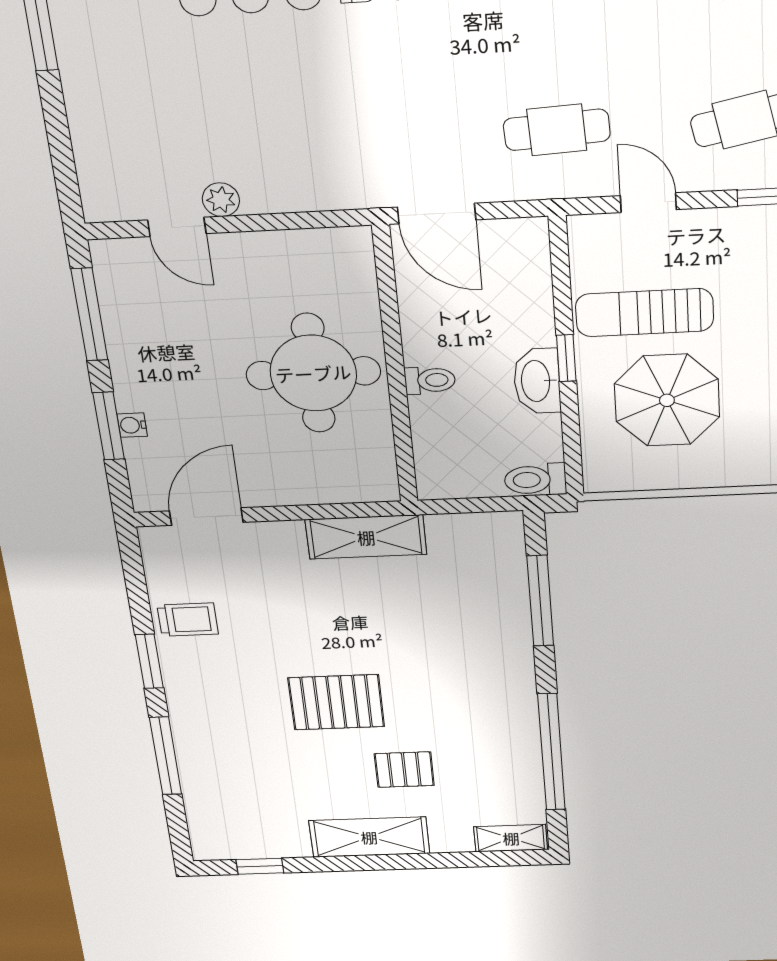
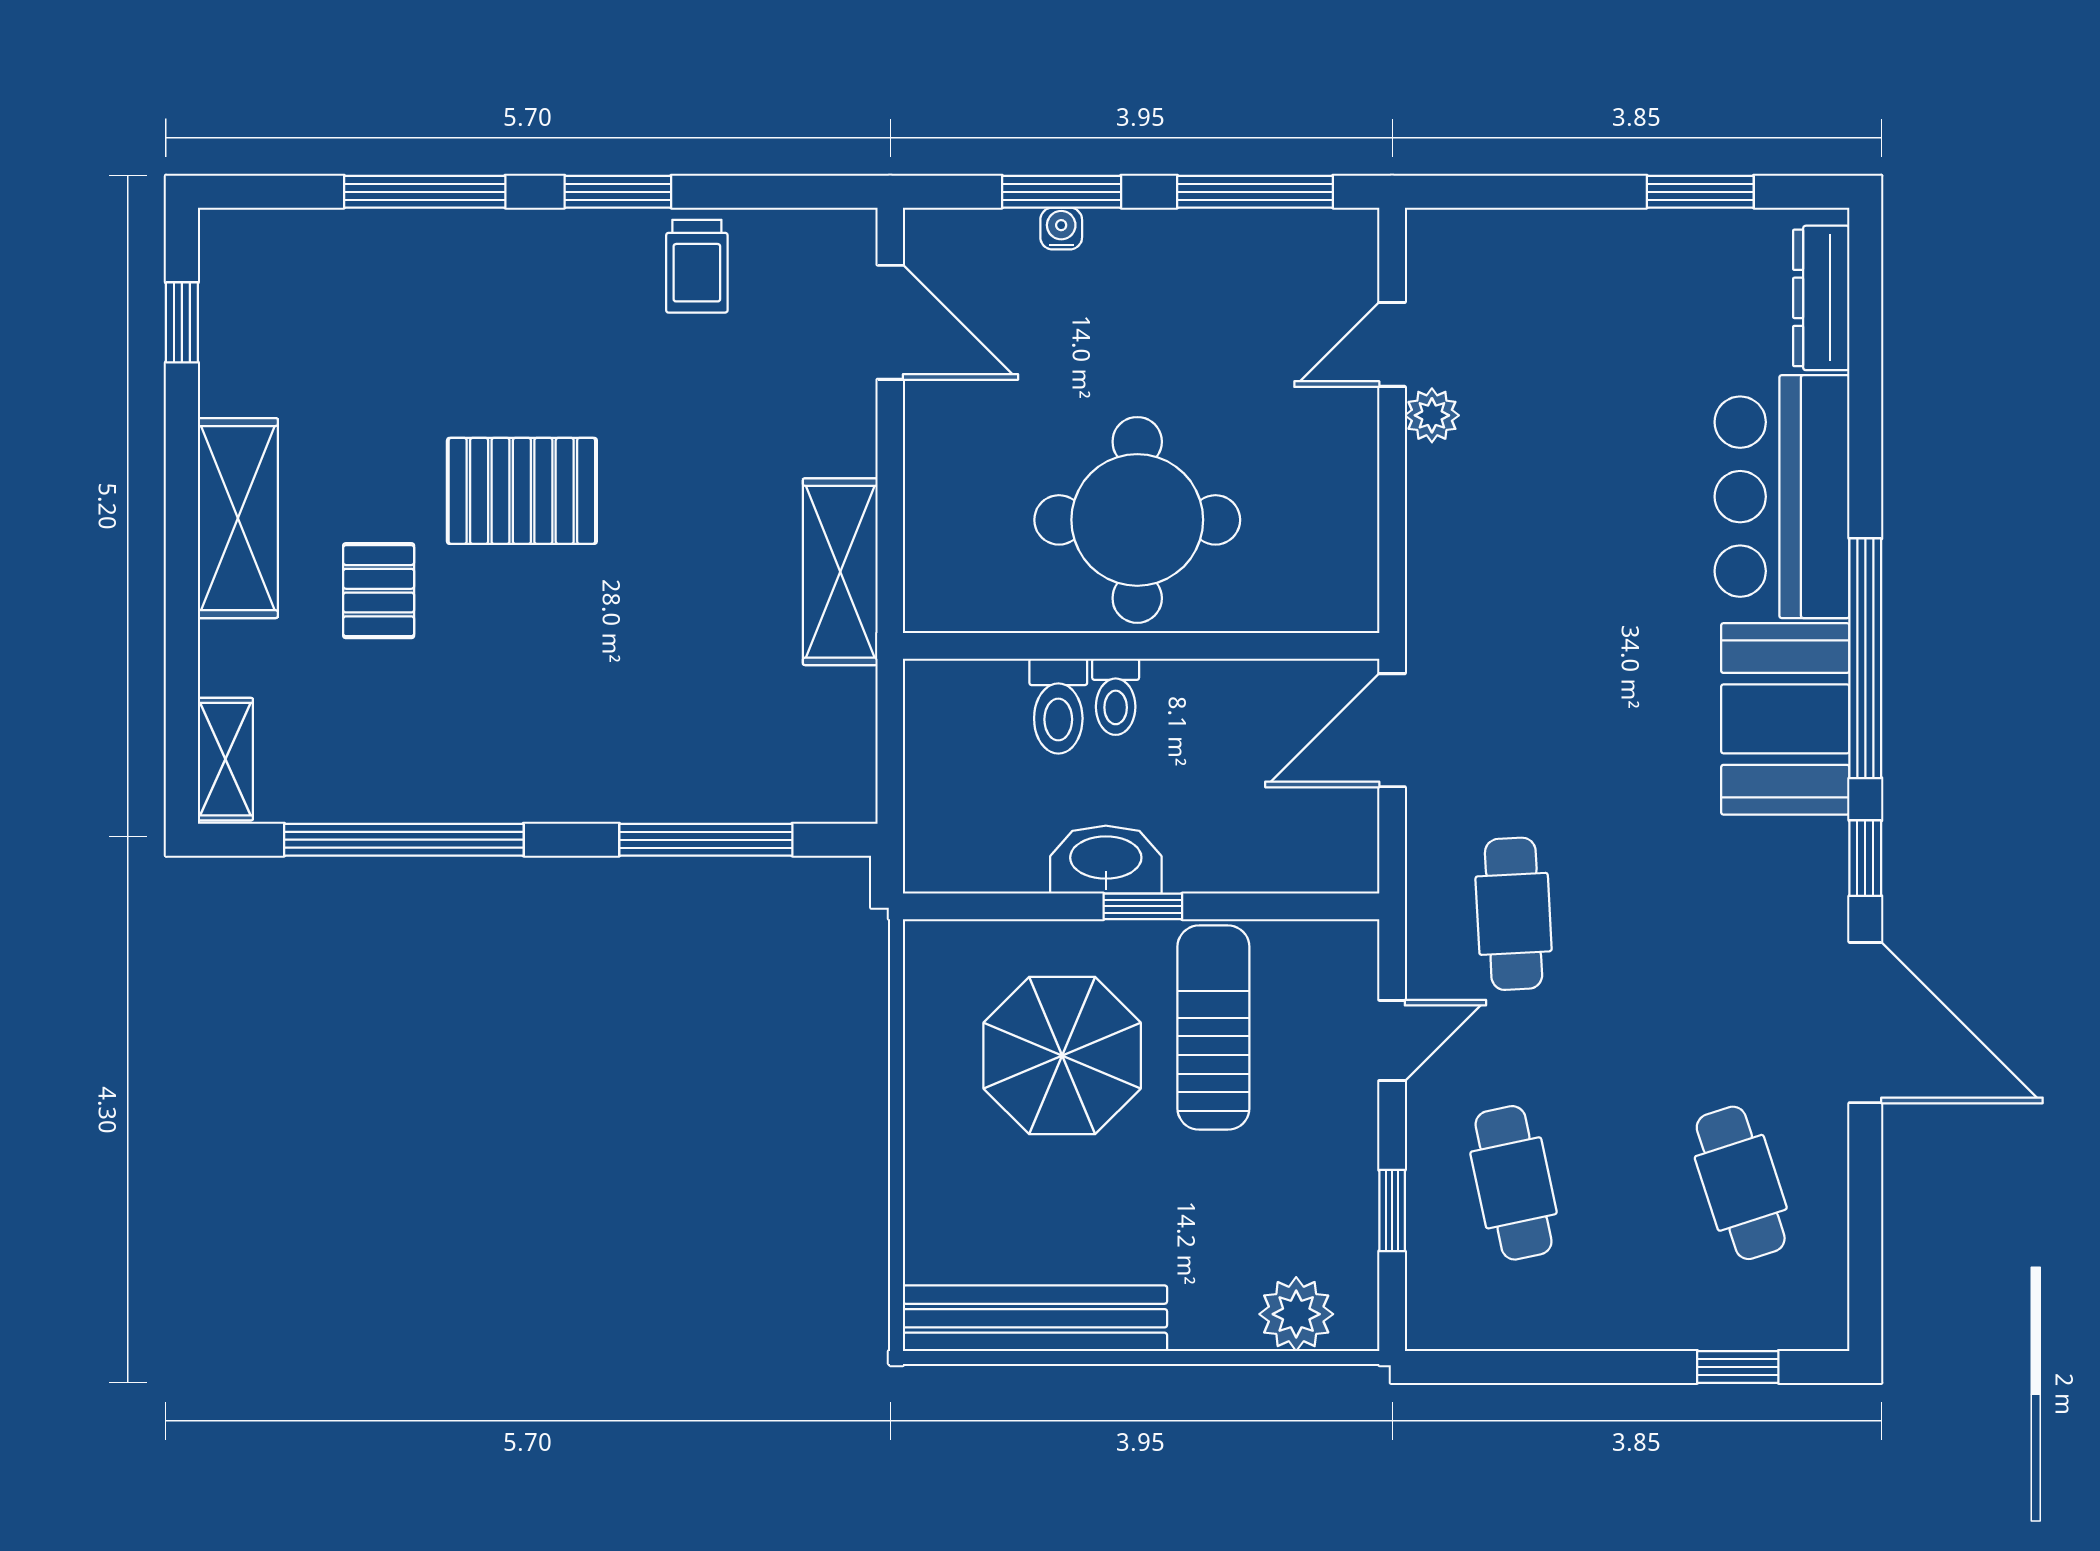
toilet: (535, 480) -> (1058, 706), moved, turned 180
pallet: (336, 702) -> (522, 491), turned 90

